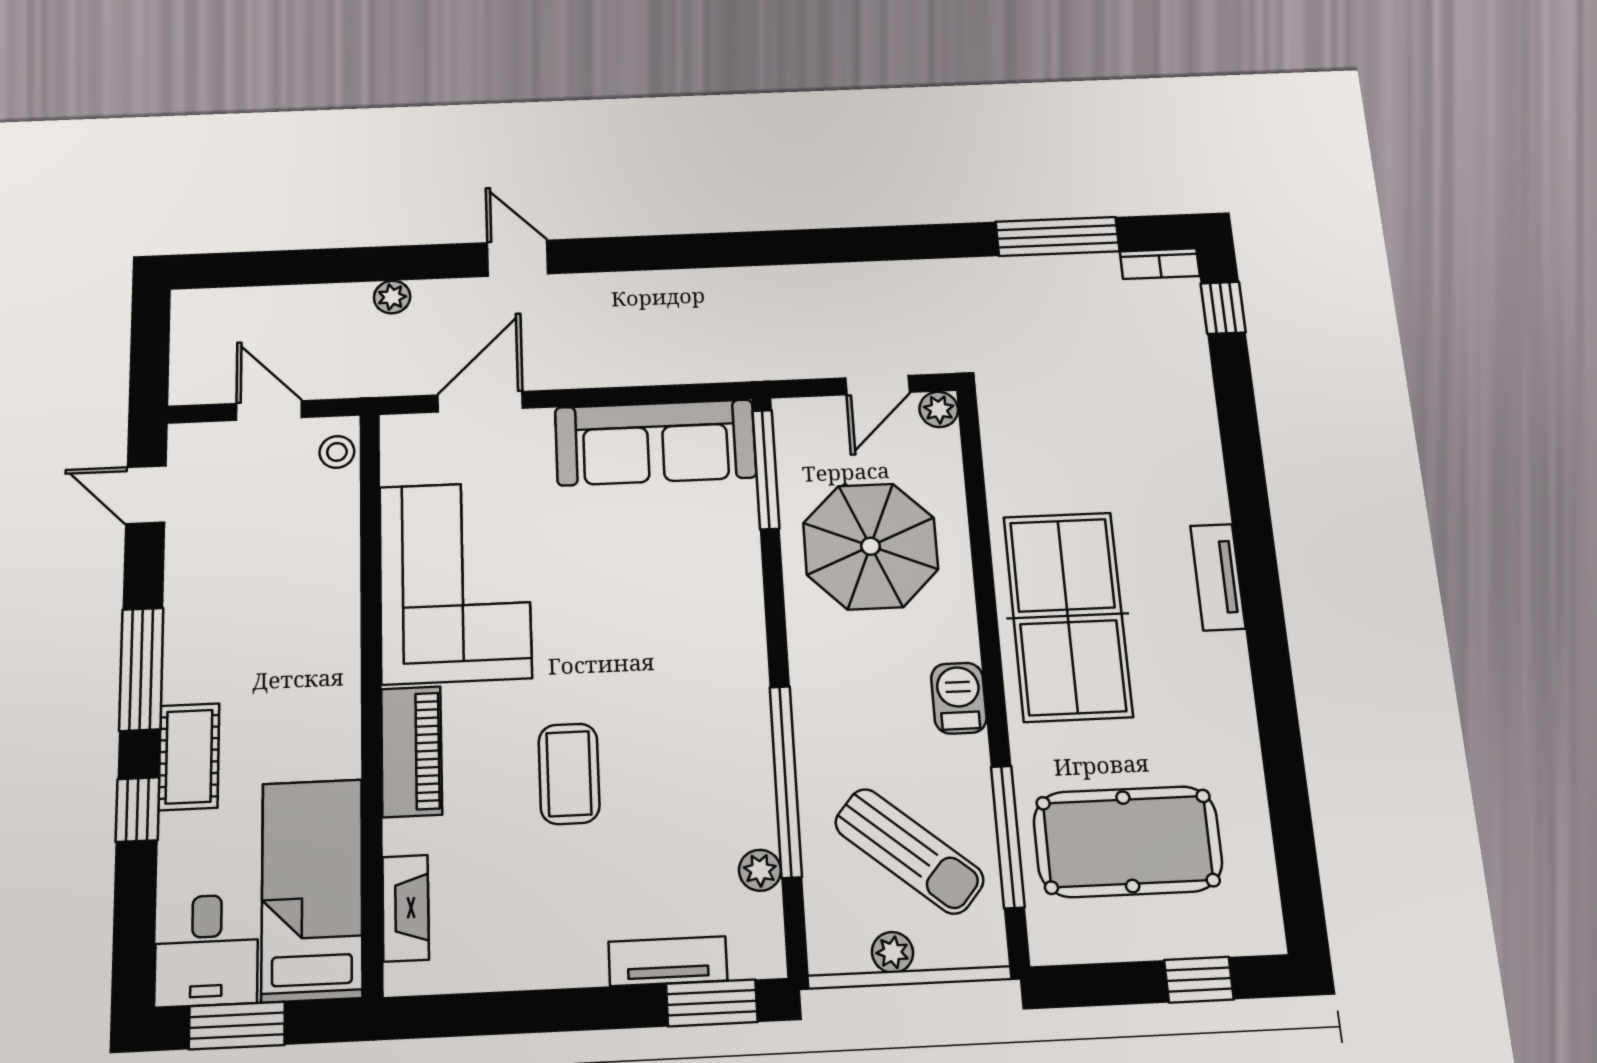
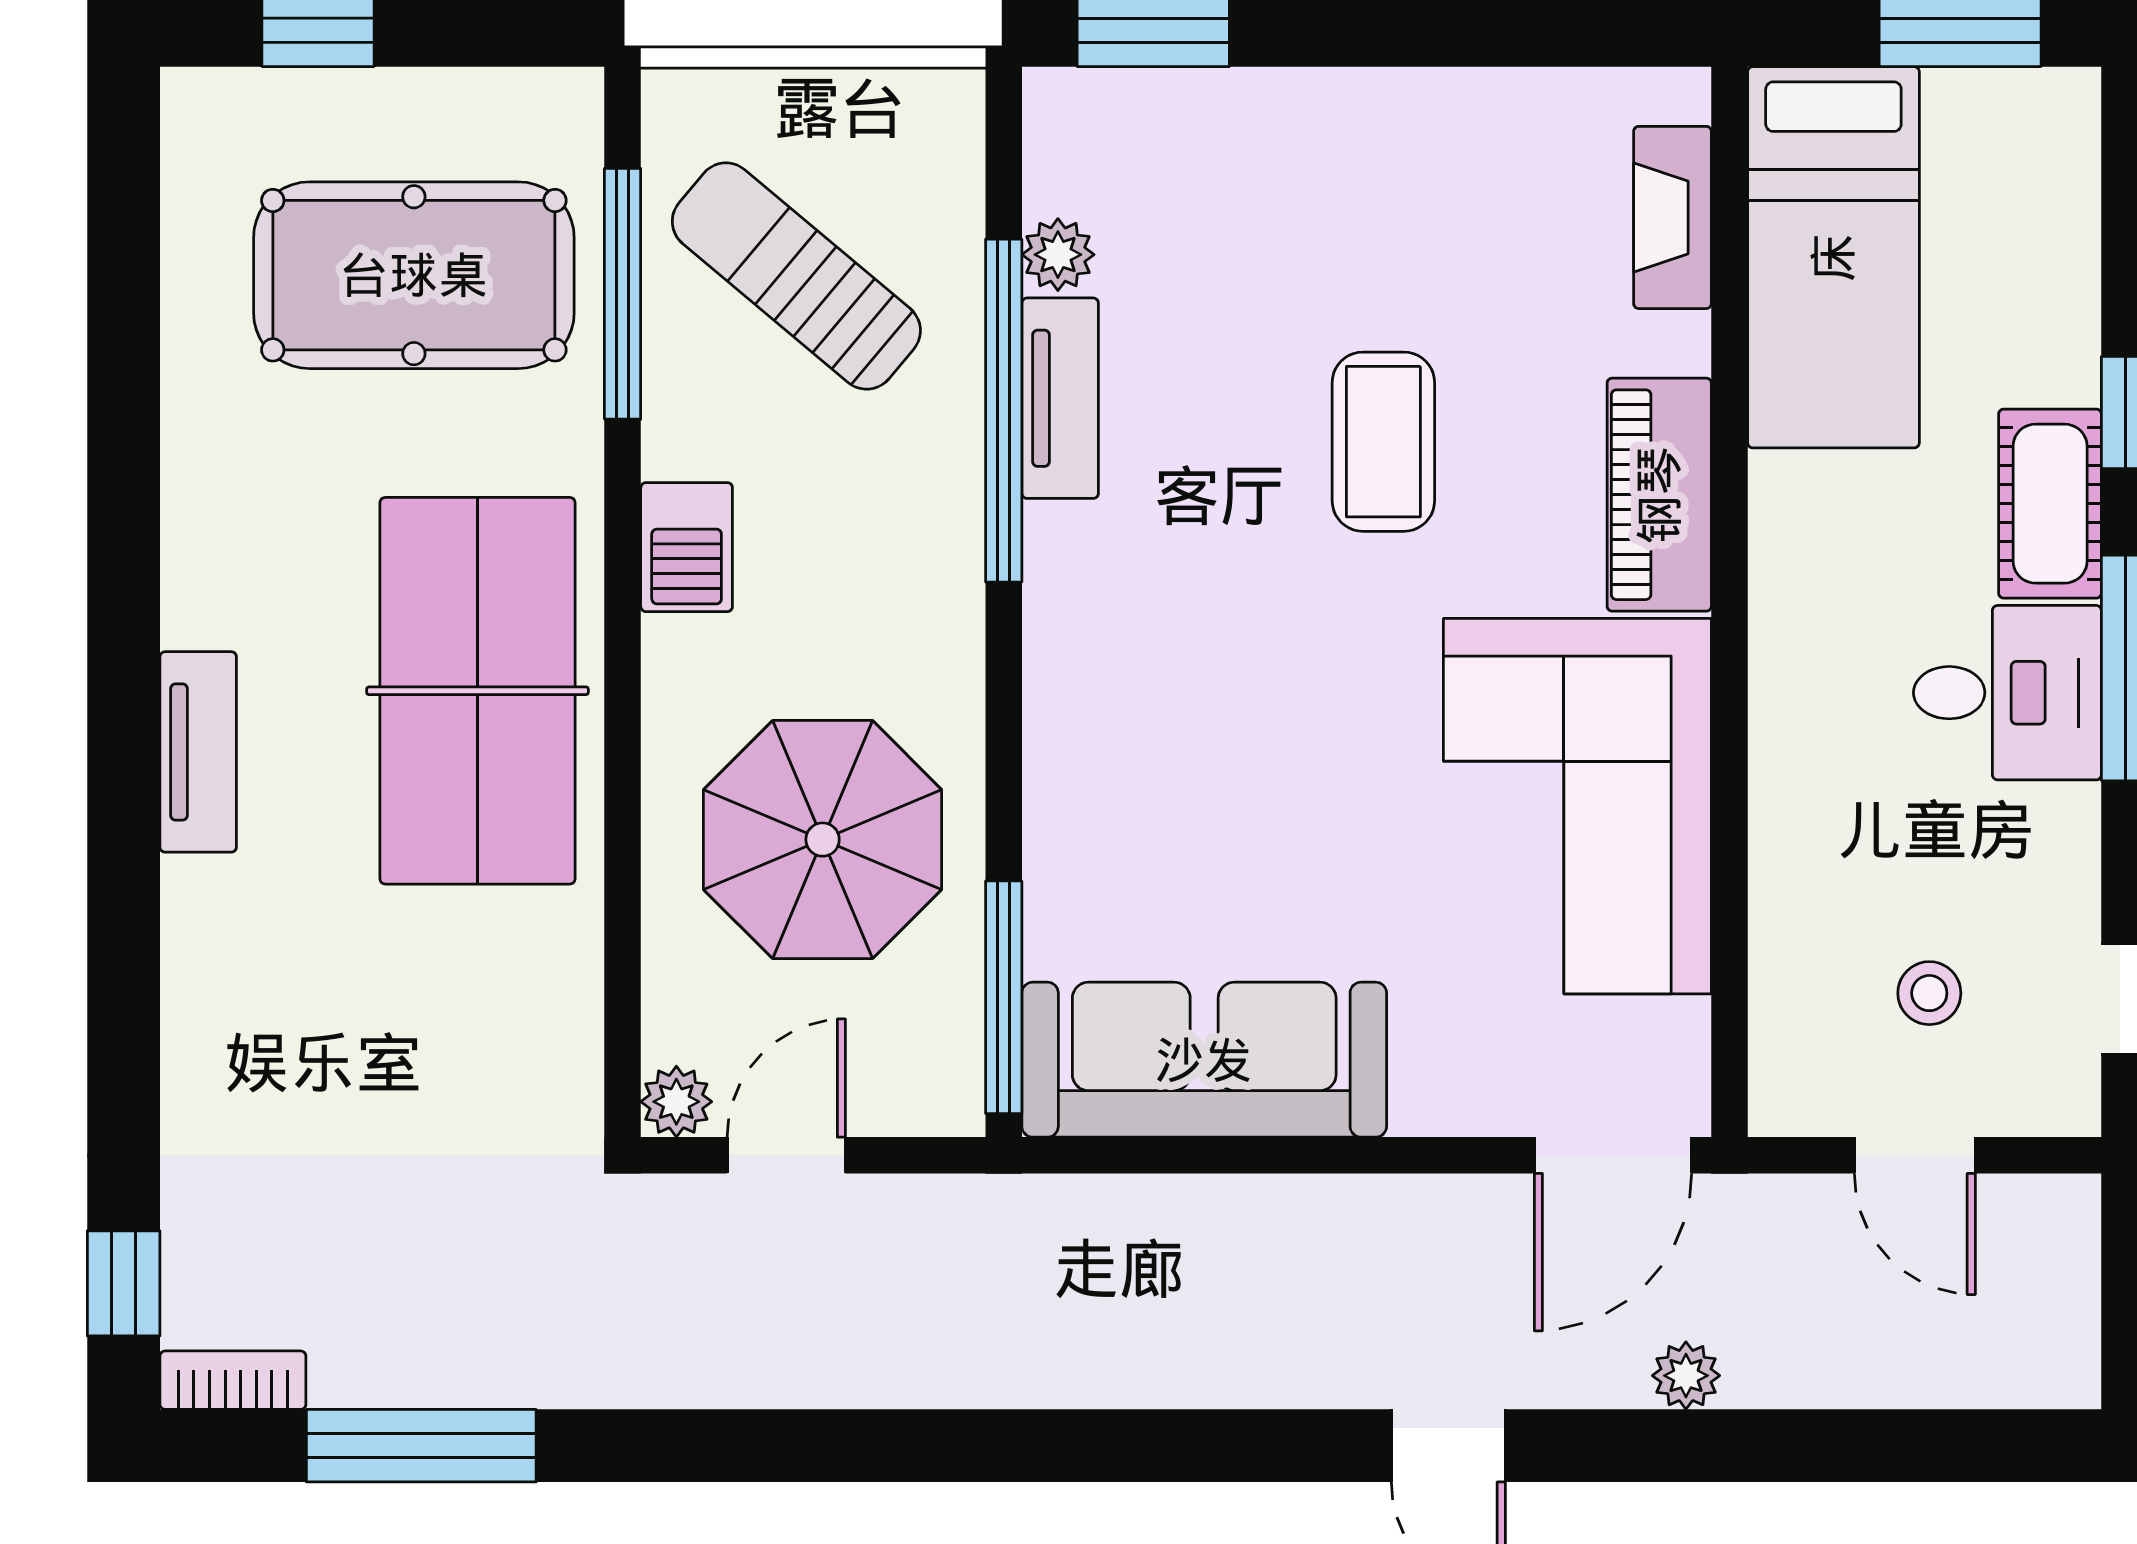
door: (480, 402) -> (1613, 1155), moved
stool: (337, 452) -> (1929, 993), moved
desk: (206, 950) -> (2007, 693), moved, turned 90
plant: (893, 952) -> (839, 102), removed
tv unit: (668, 961) -> (1060, 398), moved, turned -90

